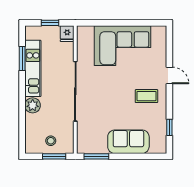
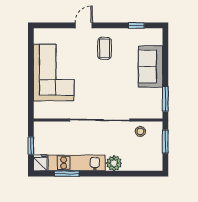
fridge: (67, 34) -> (40, 163), moved, turned -90
stool: (51, 141) -> (140, 131), moved

